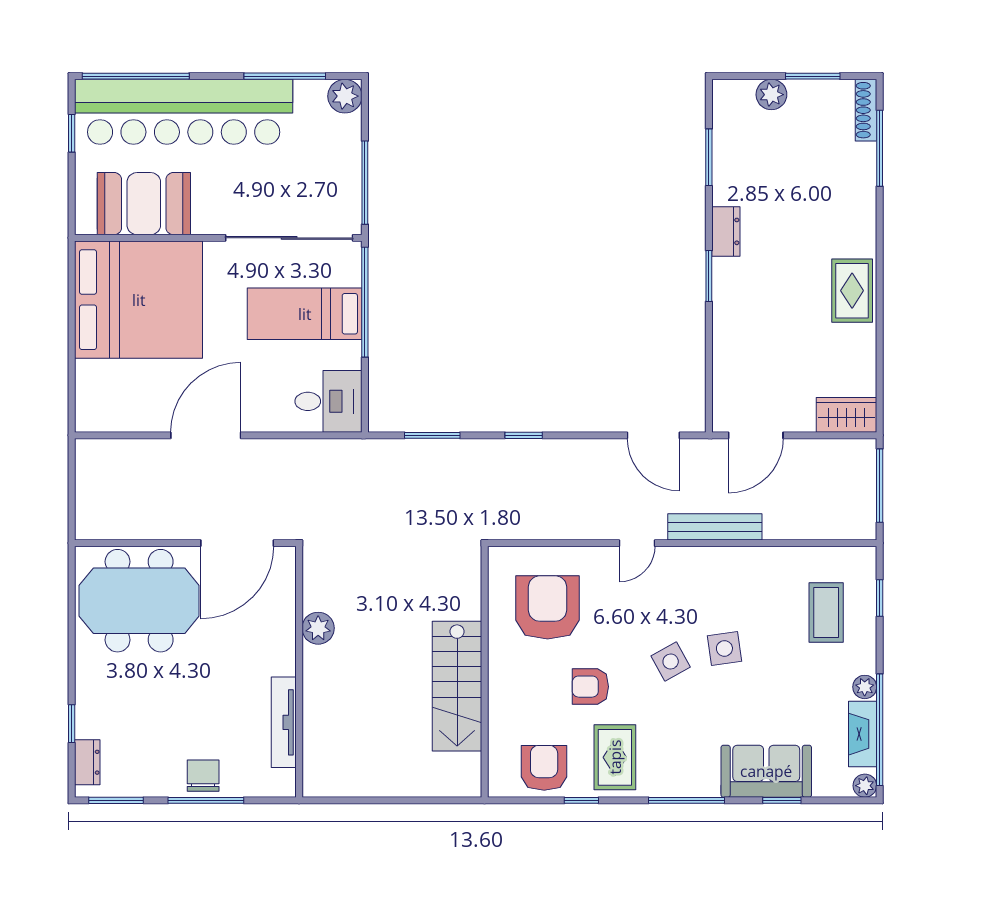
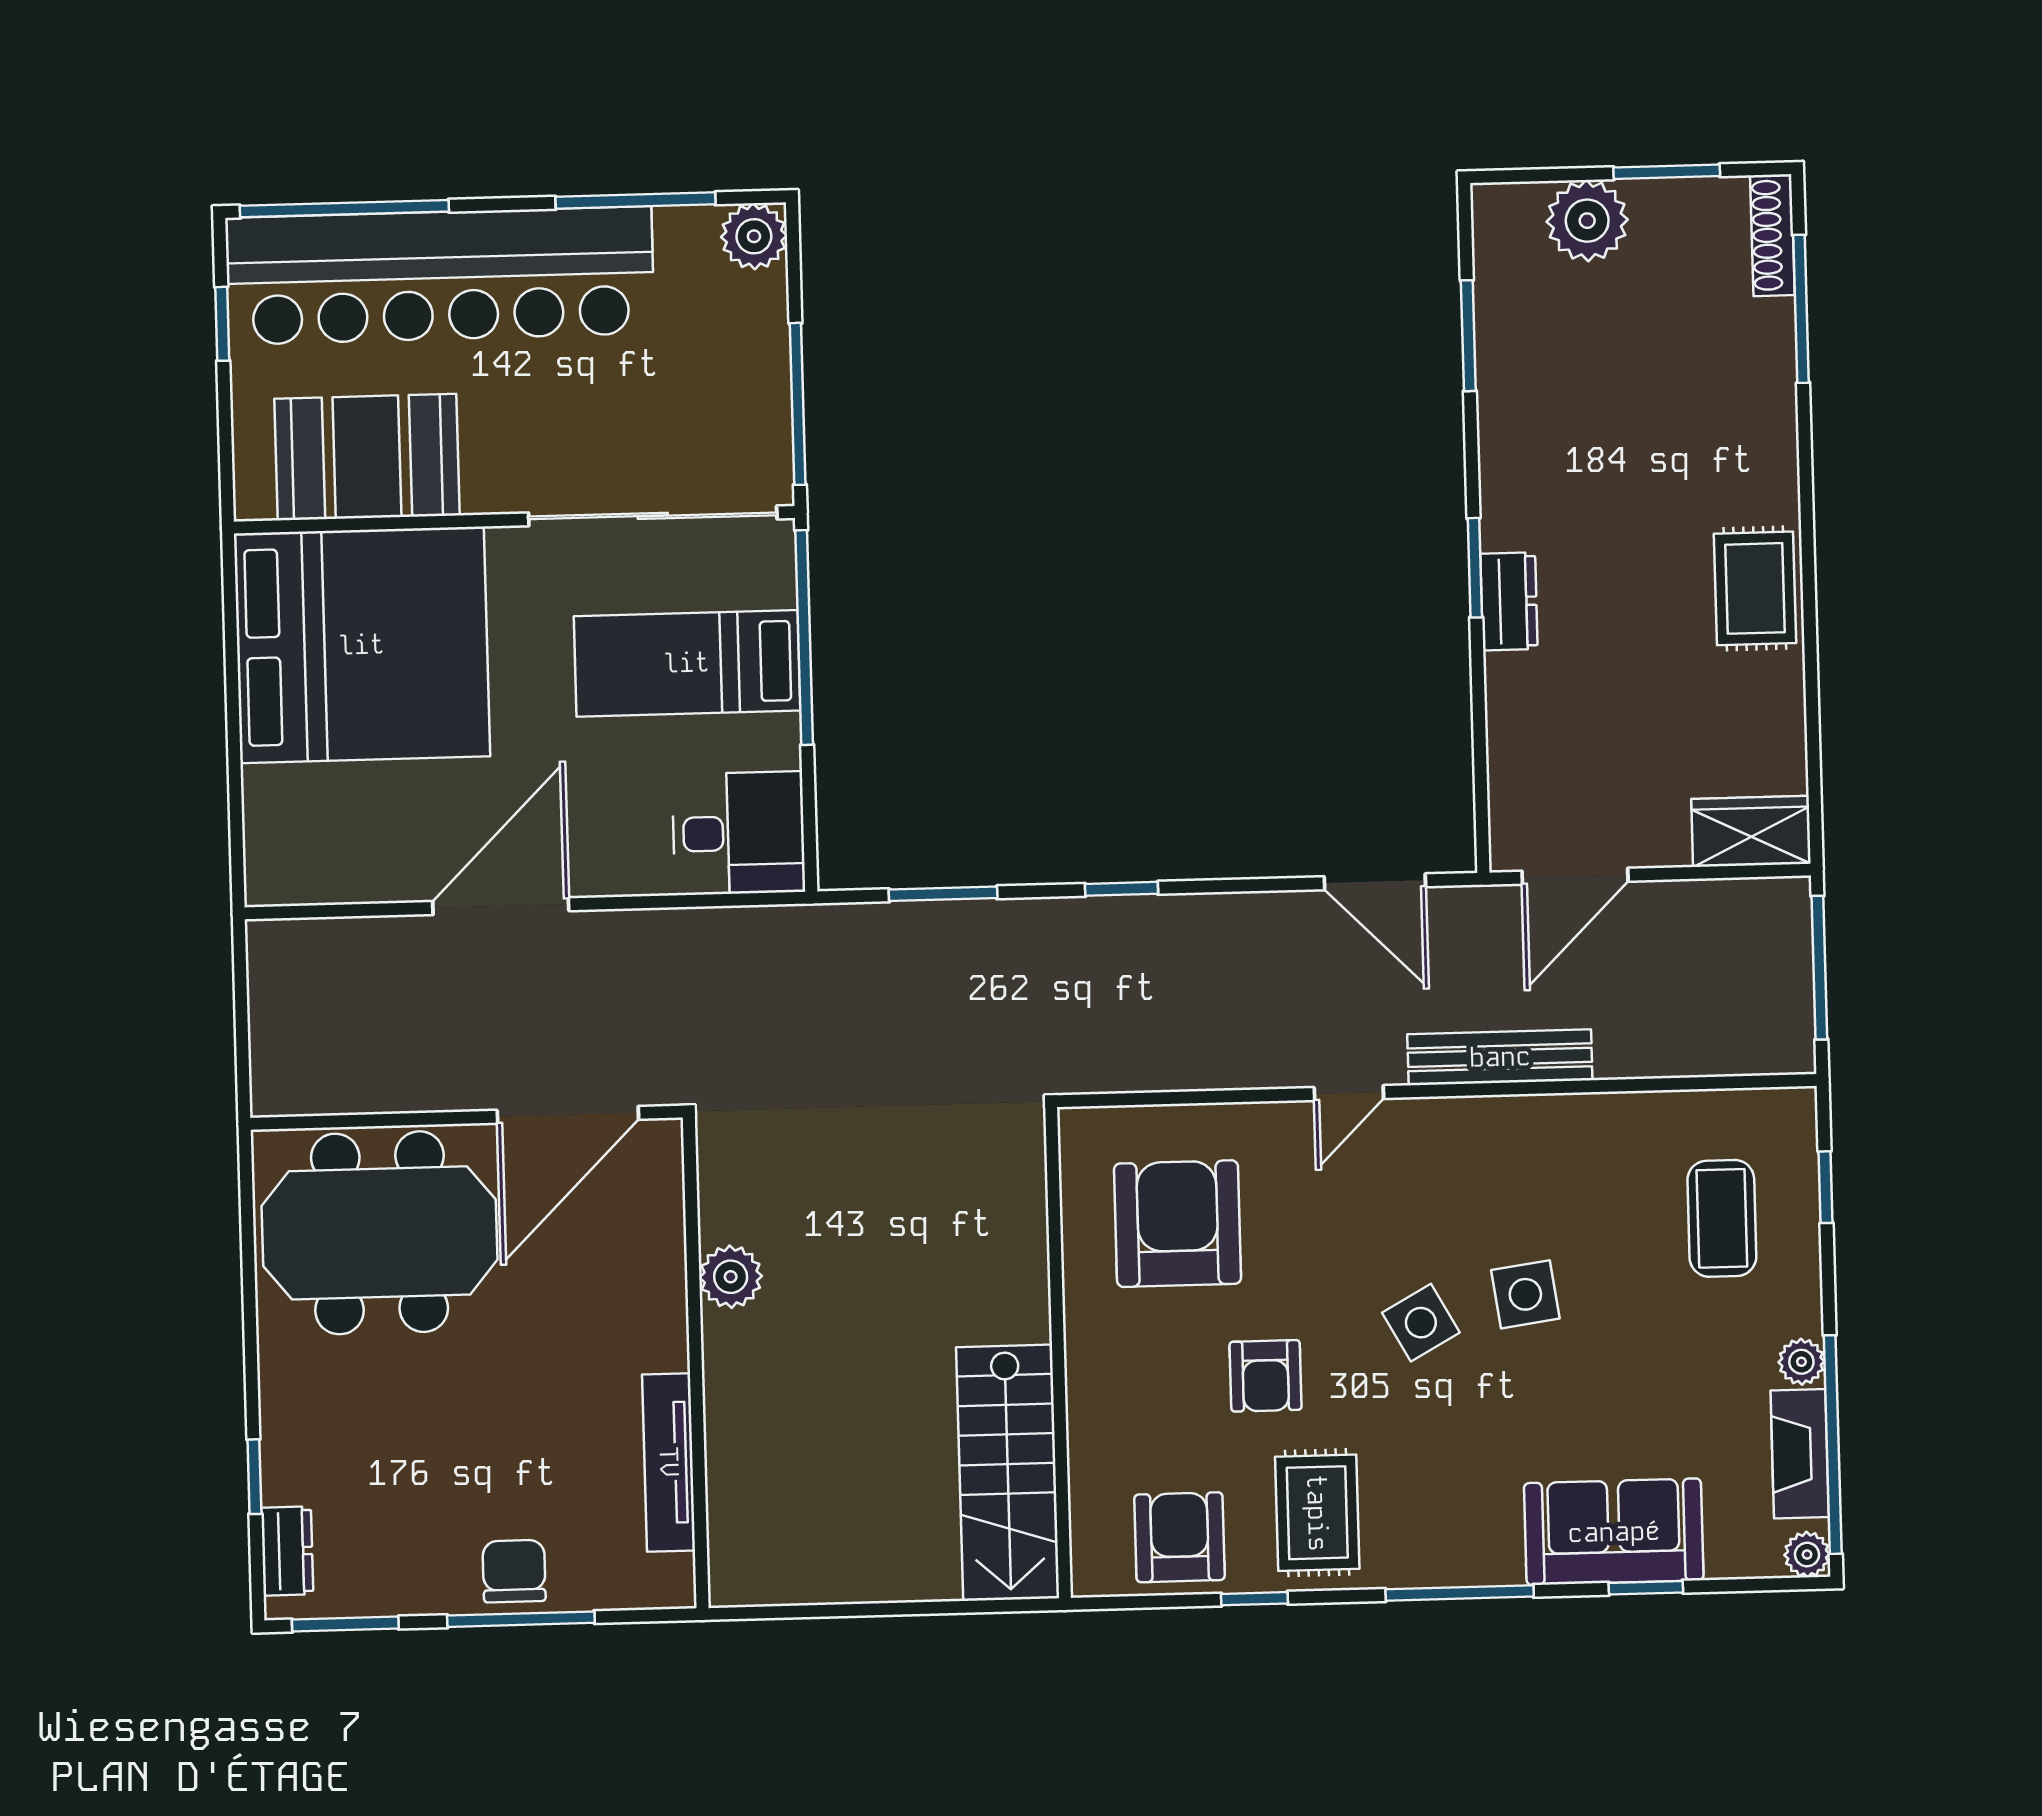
plant: (771, 95) -> (1587, 221), width x1.36, depth x1.36
dresser: (726, 231) -> (1509, 601), moved
stairs: (457, 686) -> (1008, 1473), moved
armchair: (590, 687) -> (1266, 1376), turned -90

